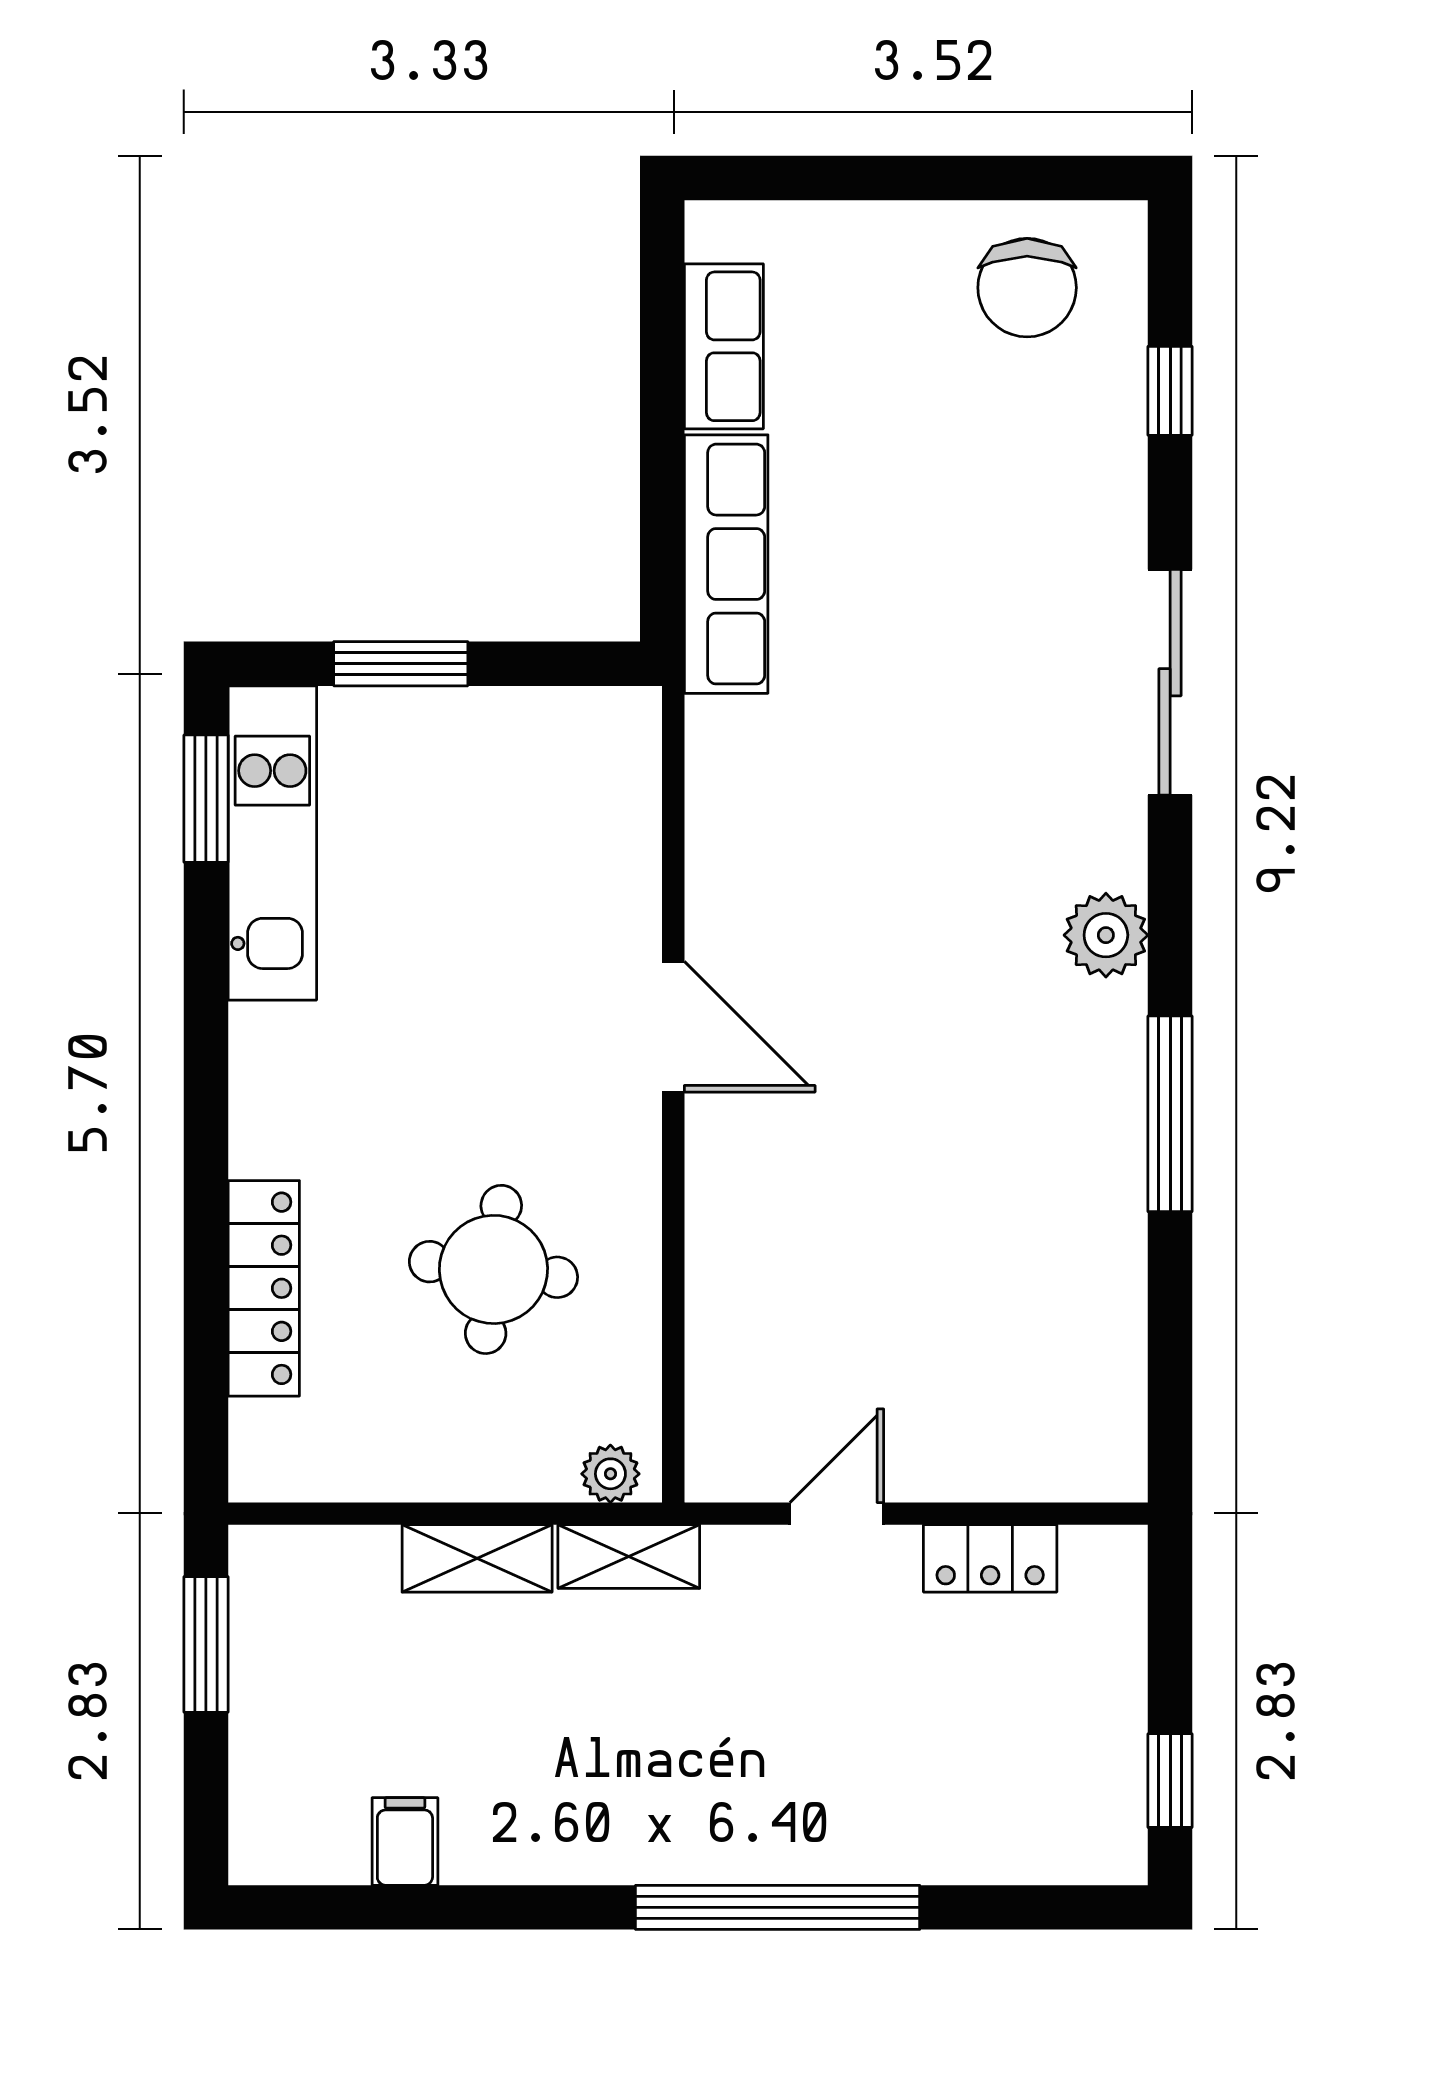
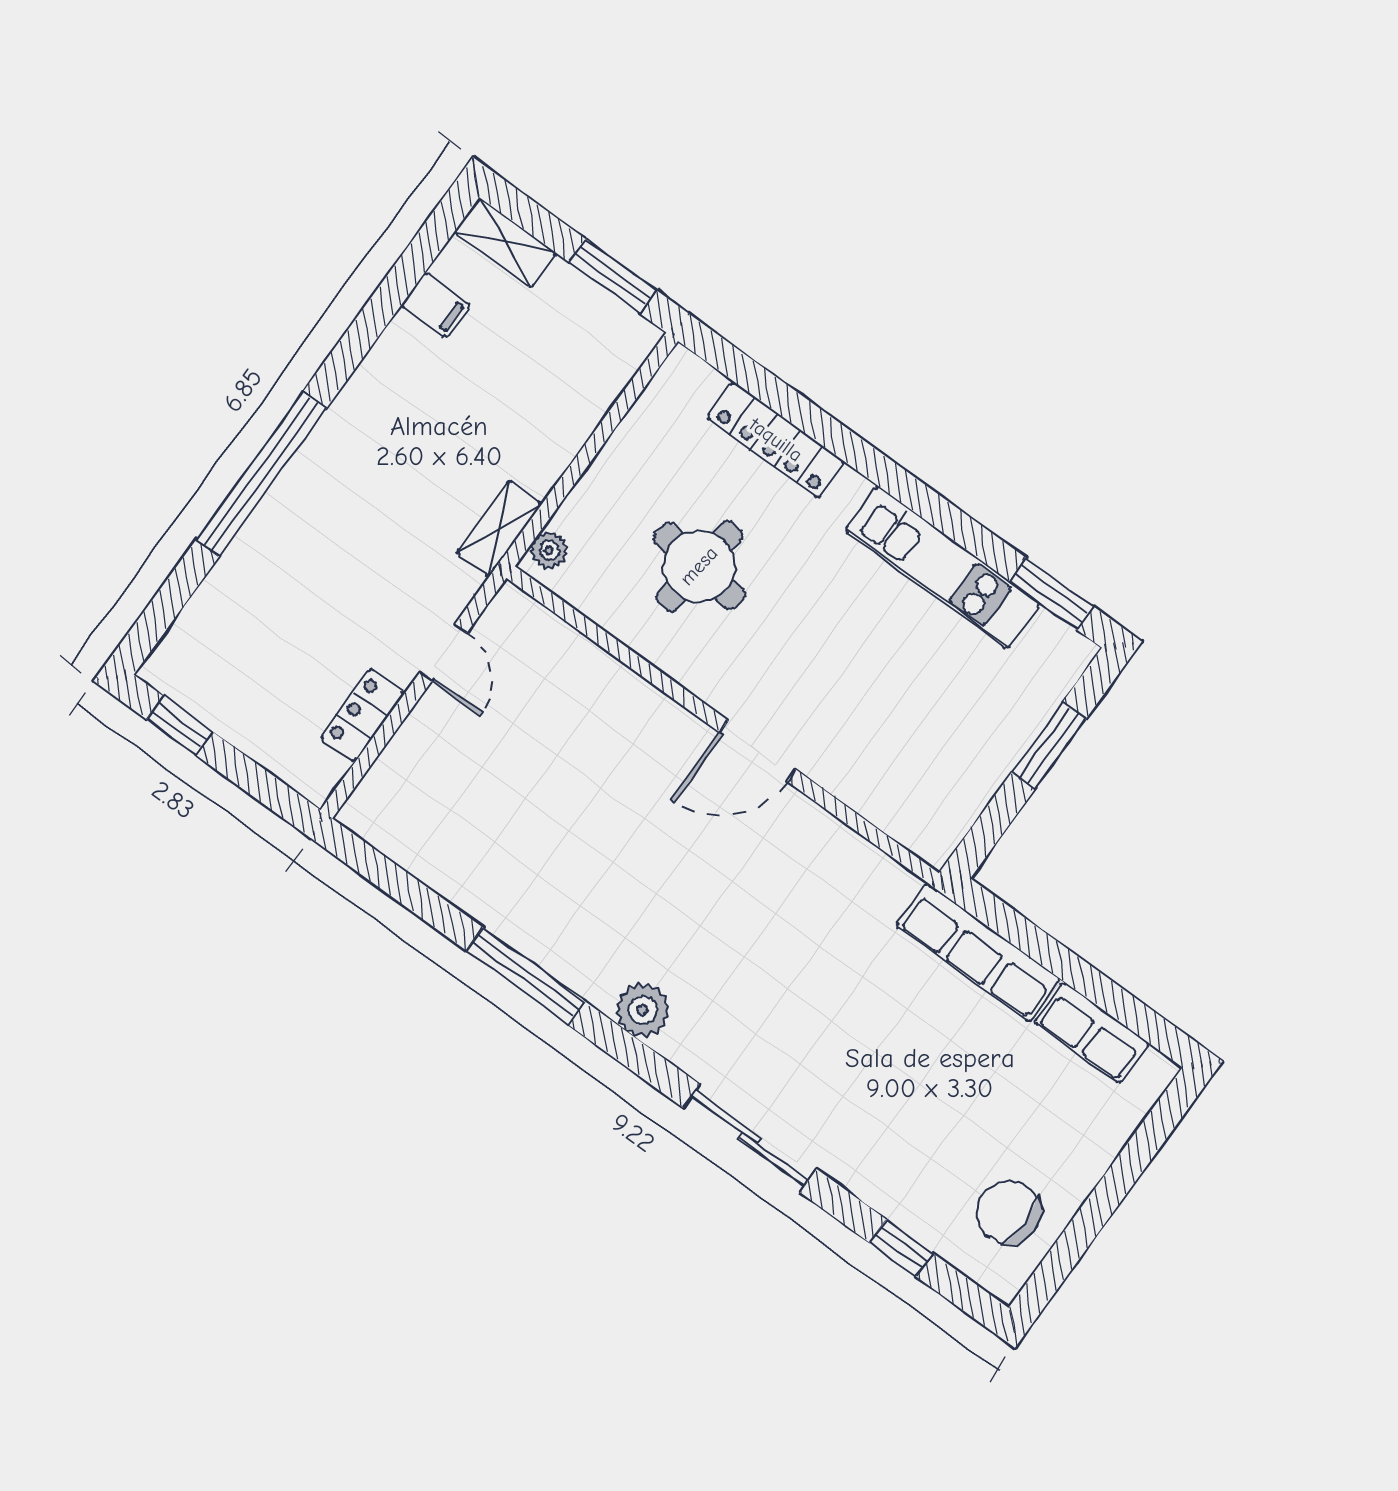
kitchen unit: (272, 843) -> (943, 567), moved
shelving: (477, 1558) -> (505, 243), moved, turned 90

